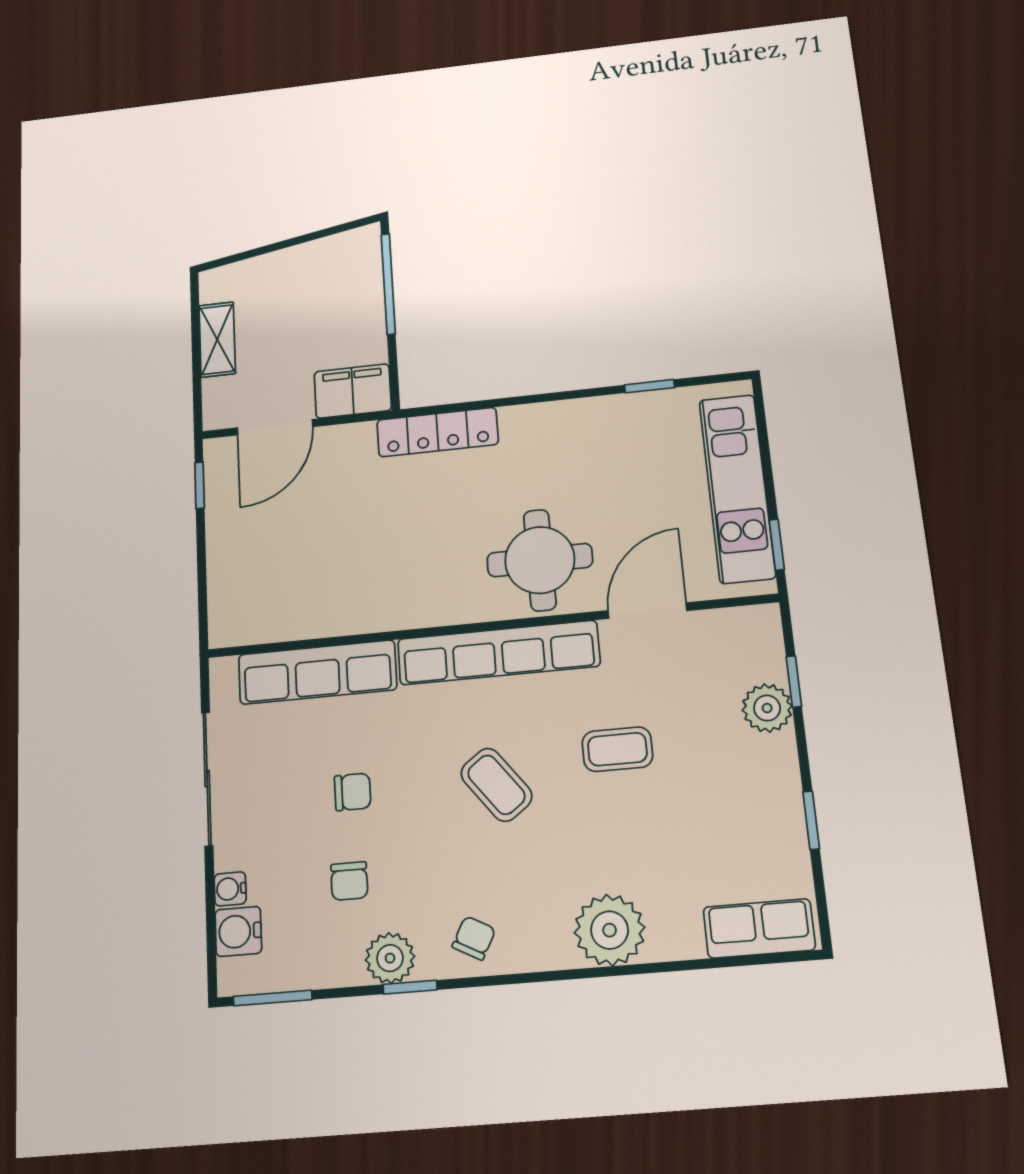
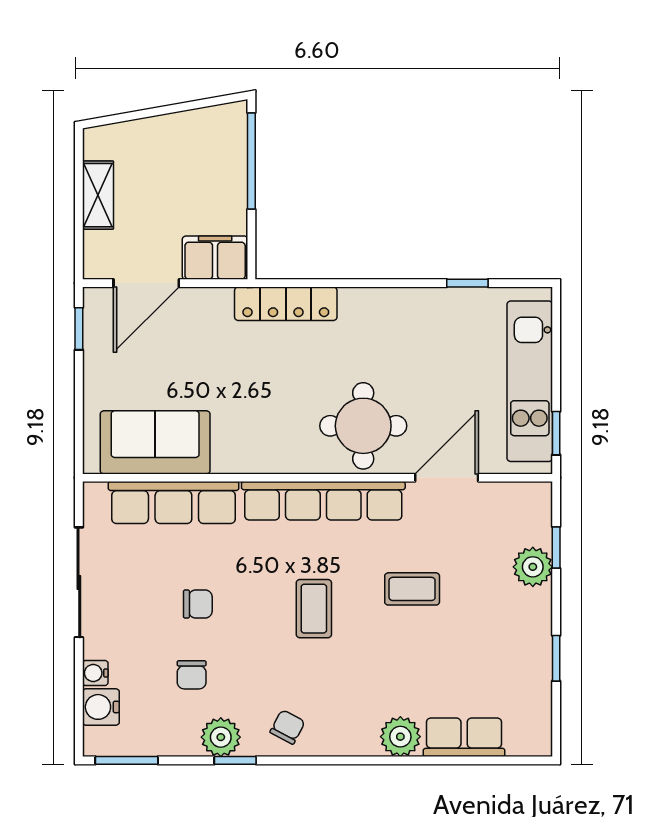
sofa: (293, 604) -> (155, 442), added
coffee table: (496, 785) -> (314, 609), turned 37
row of seats: (759, 928) -> (464, 737), moved
plant: (610, 930) -> (400, 737), width x0.73, depth x0.73

